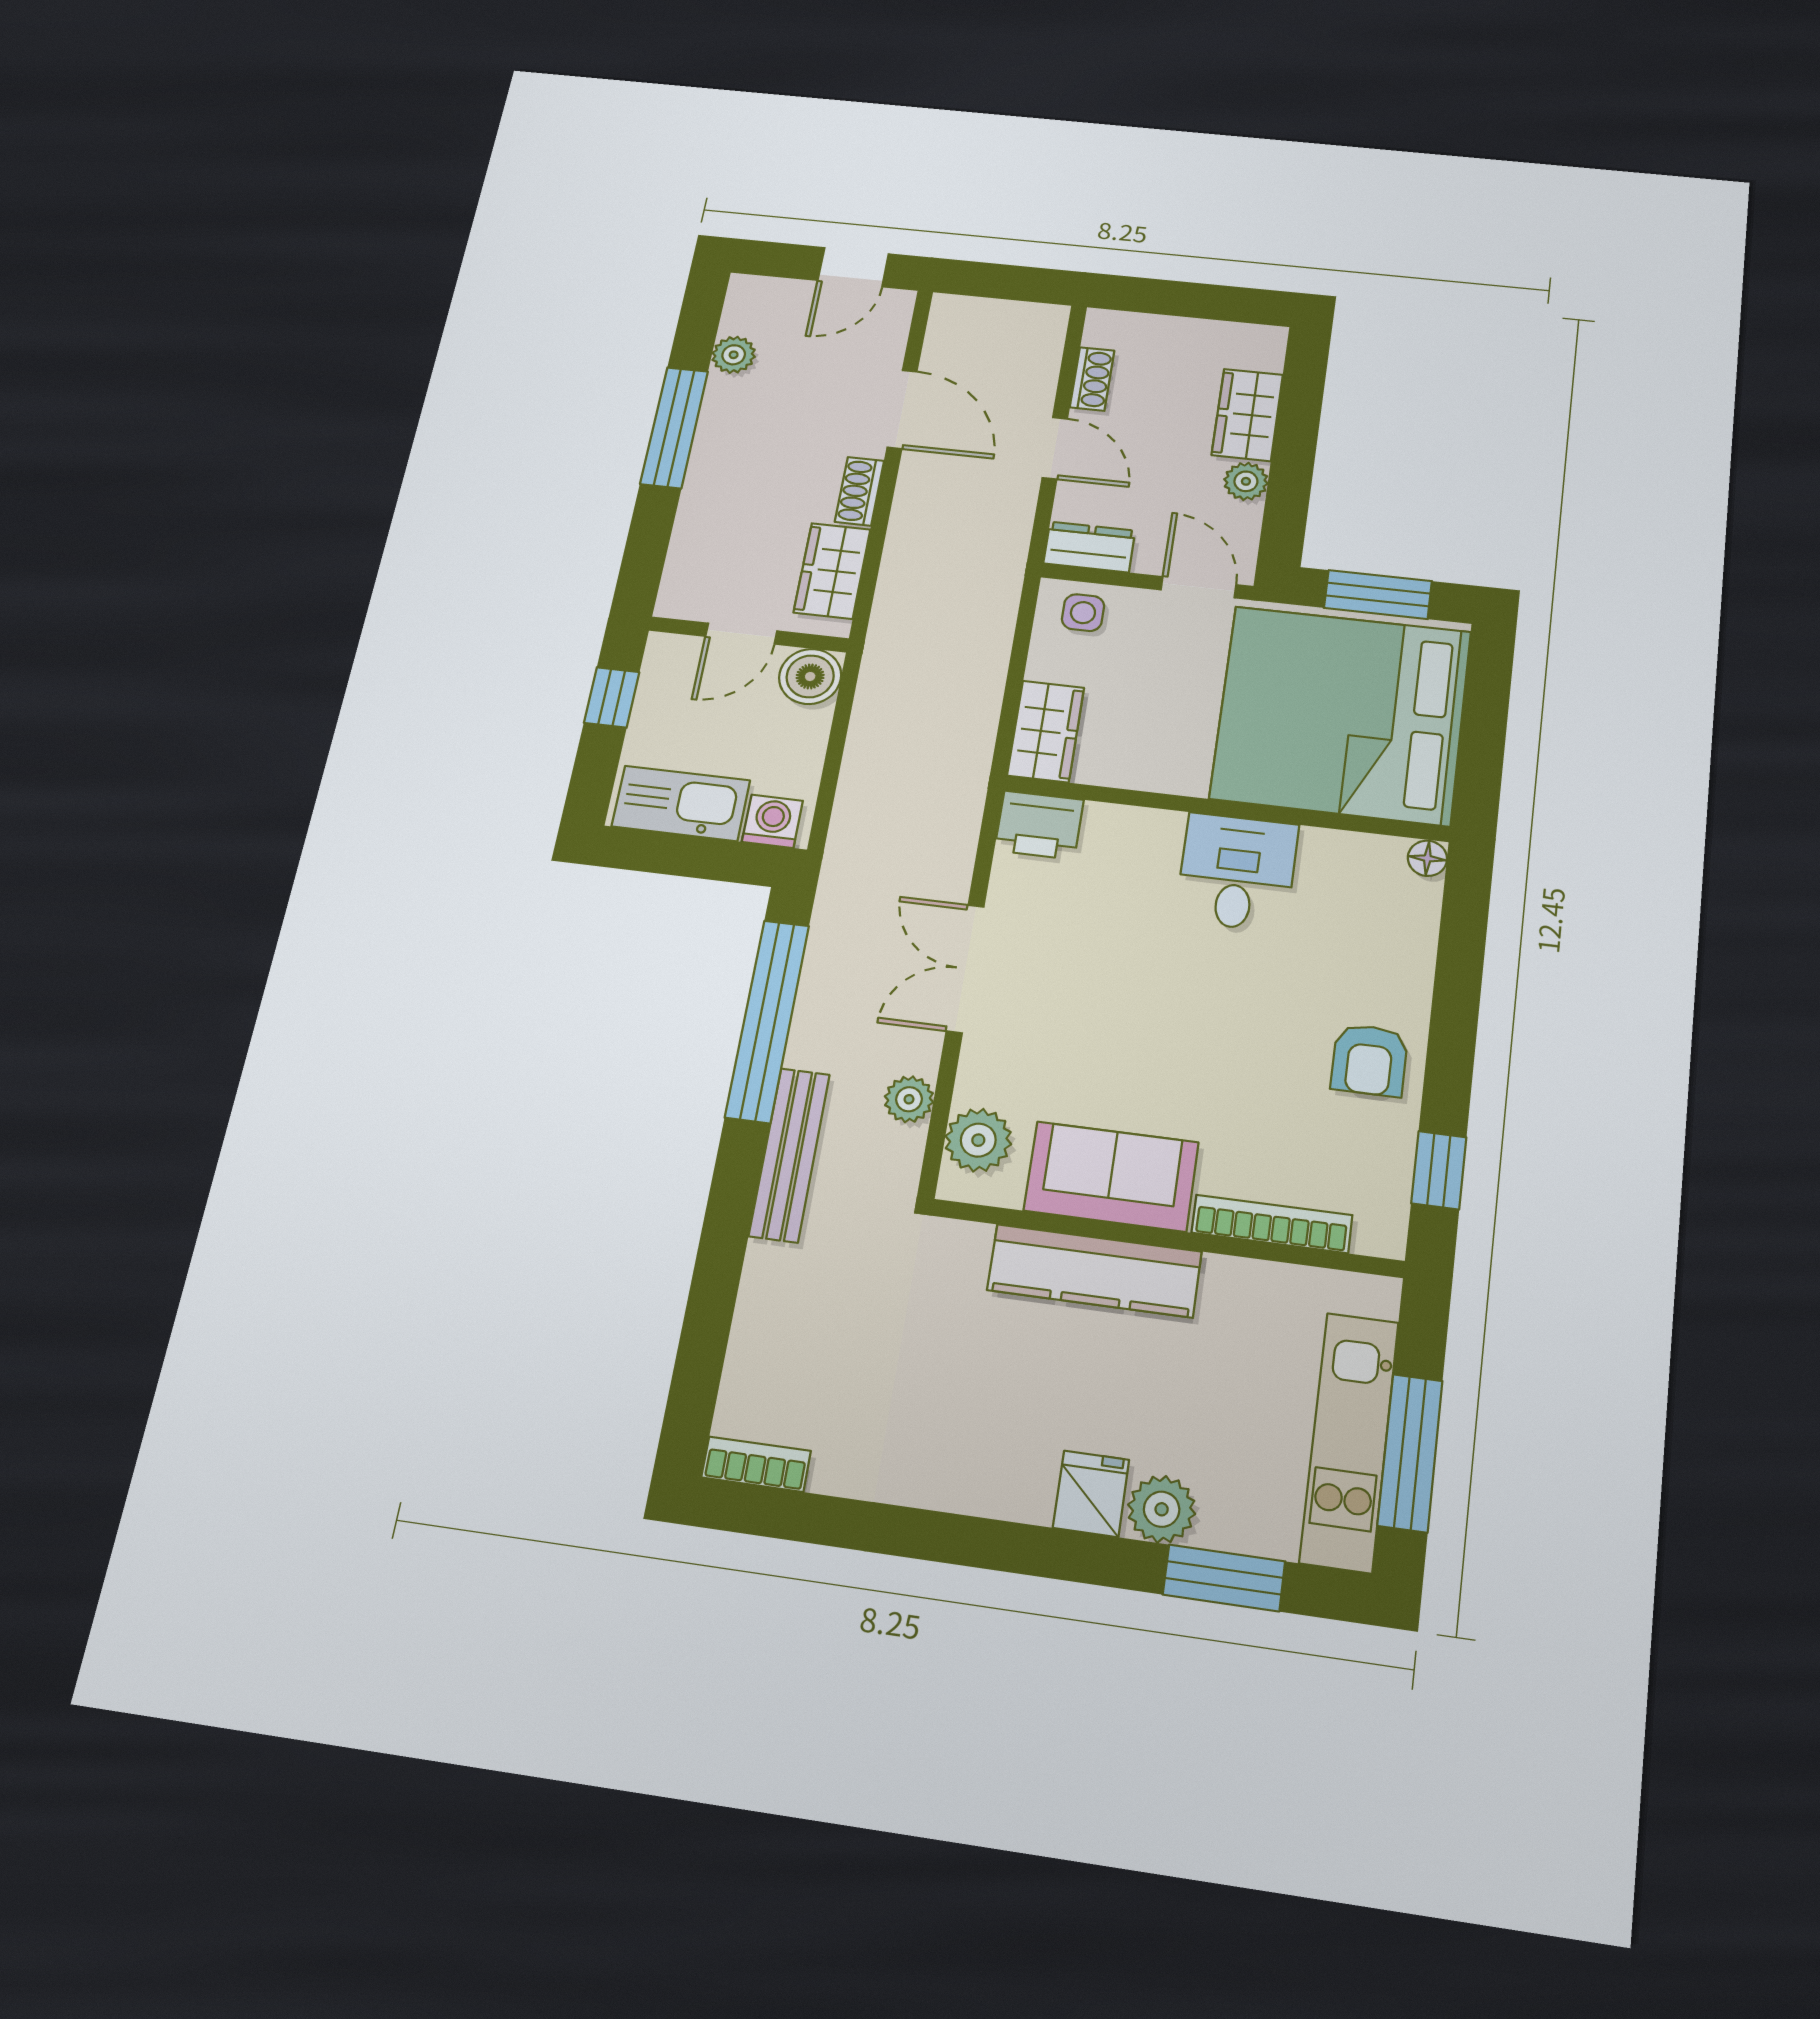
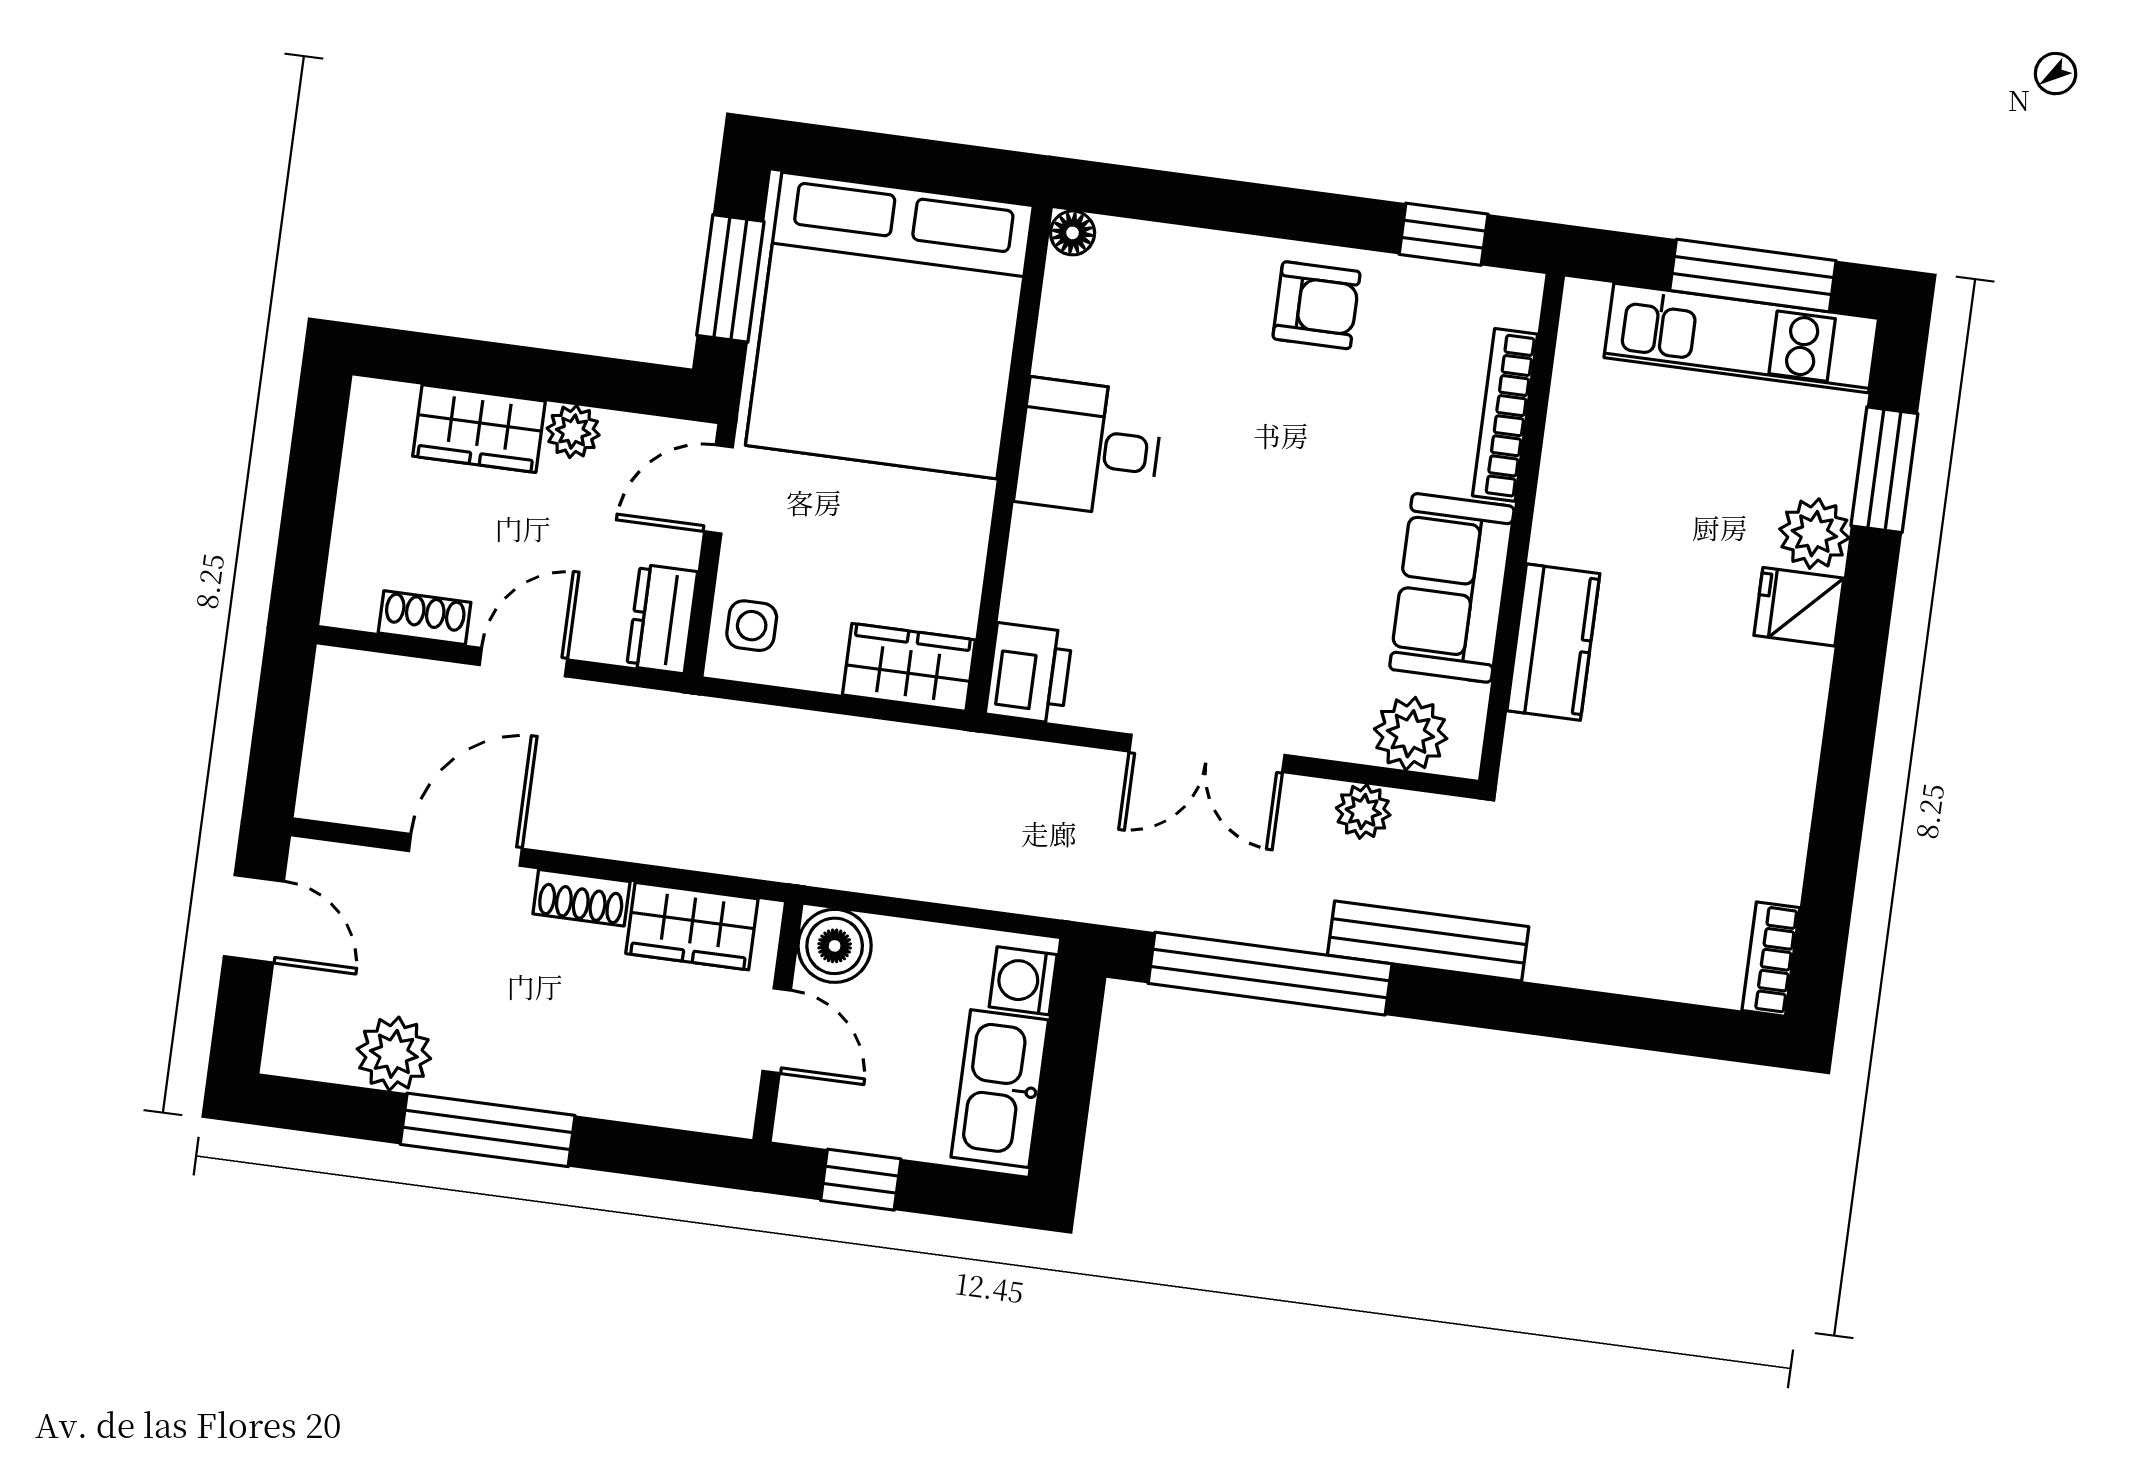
plant: (734, 355) -> (394, 1054), width x1.38, depth x1.38
kitchen counter: (1094, 1271) -> (1553, 642), width x0.67

